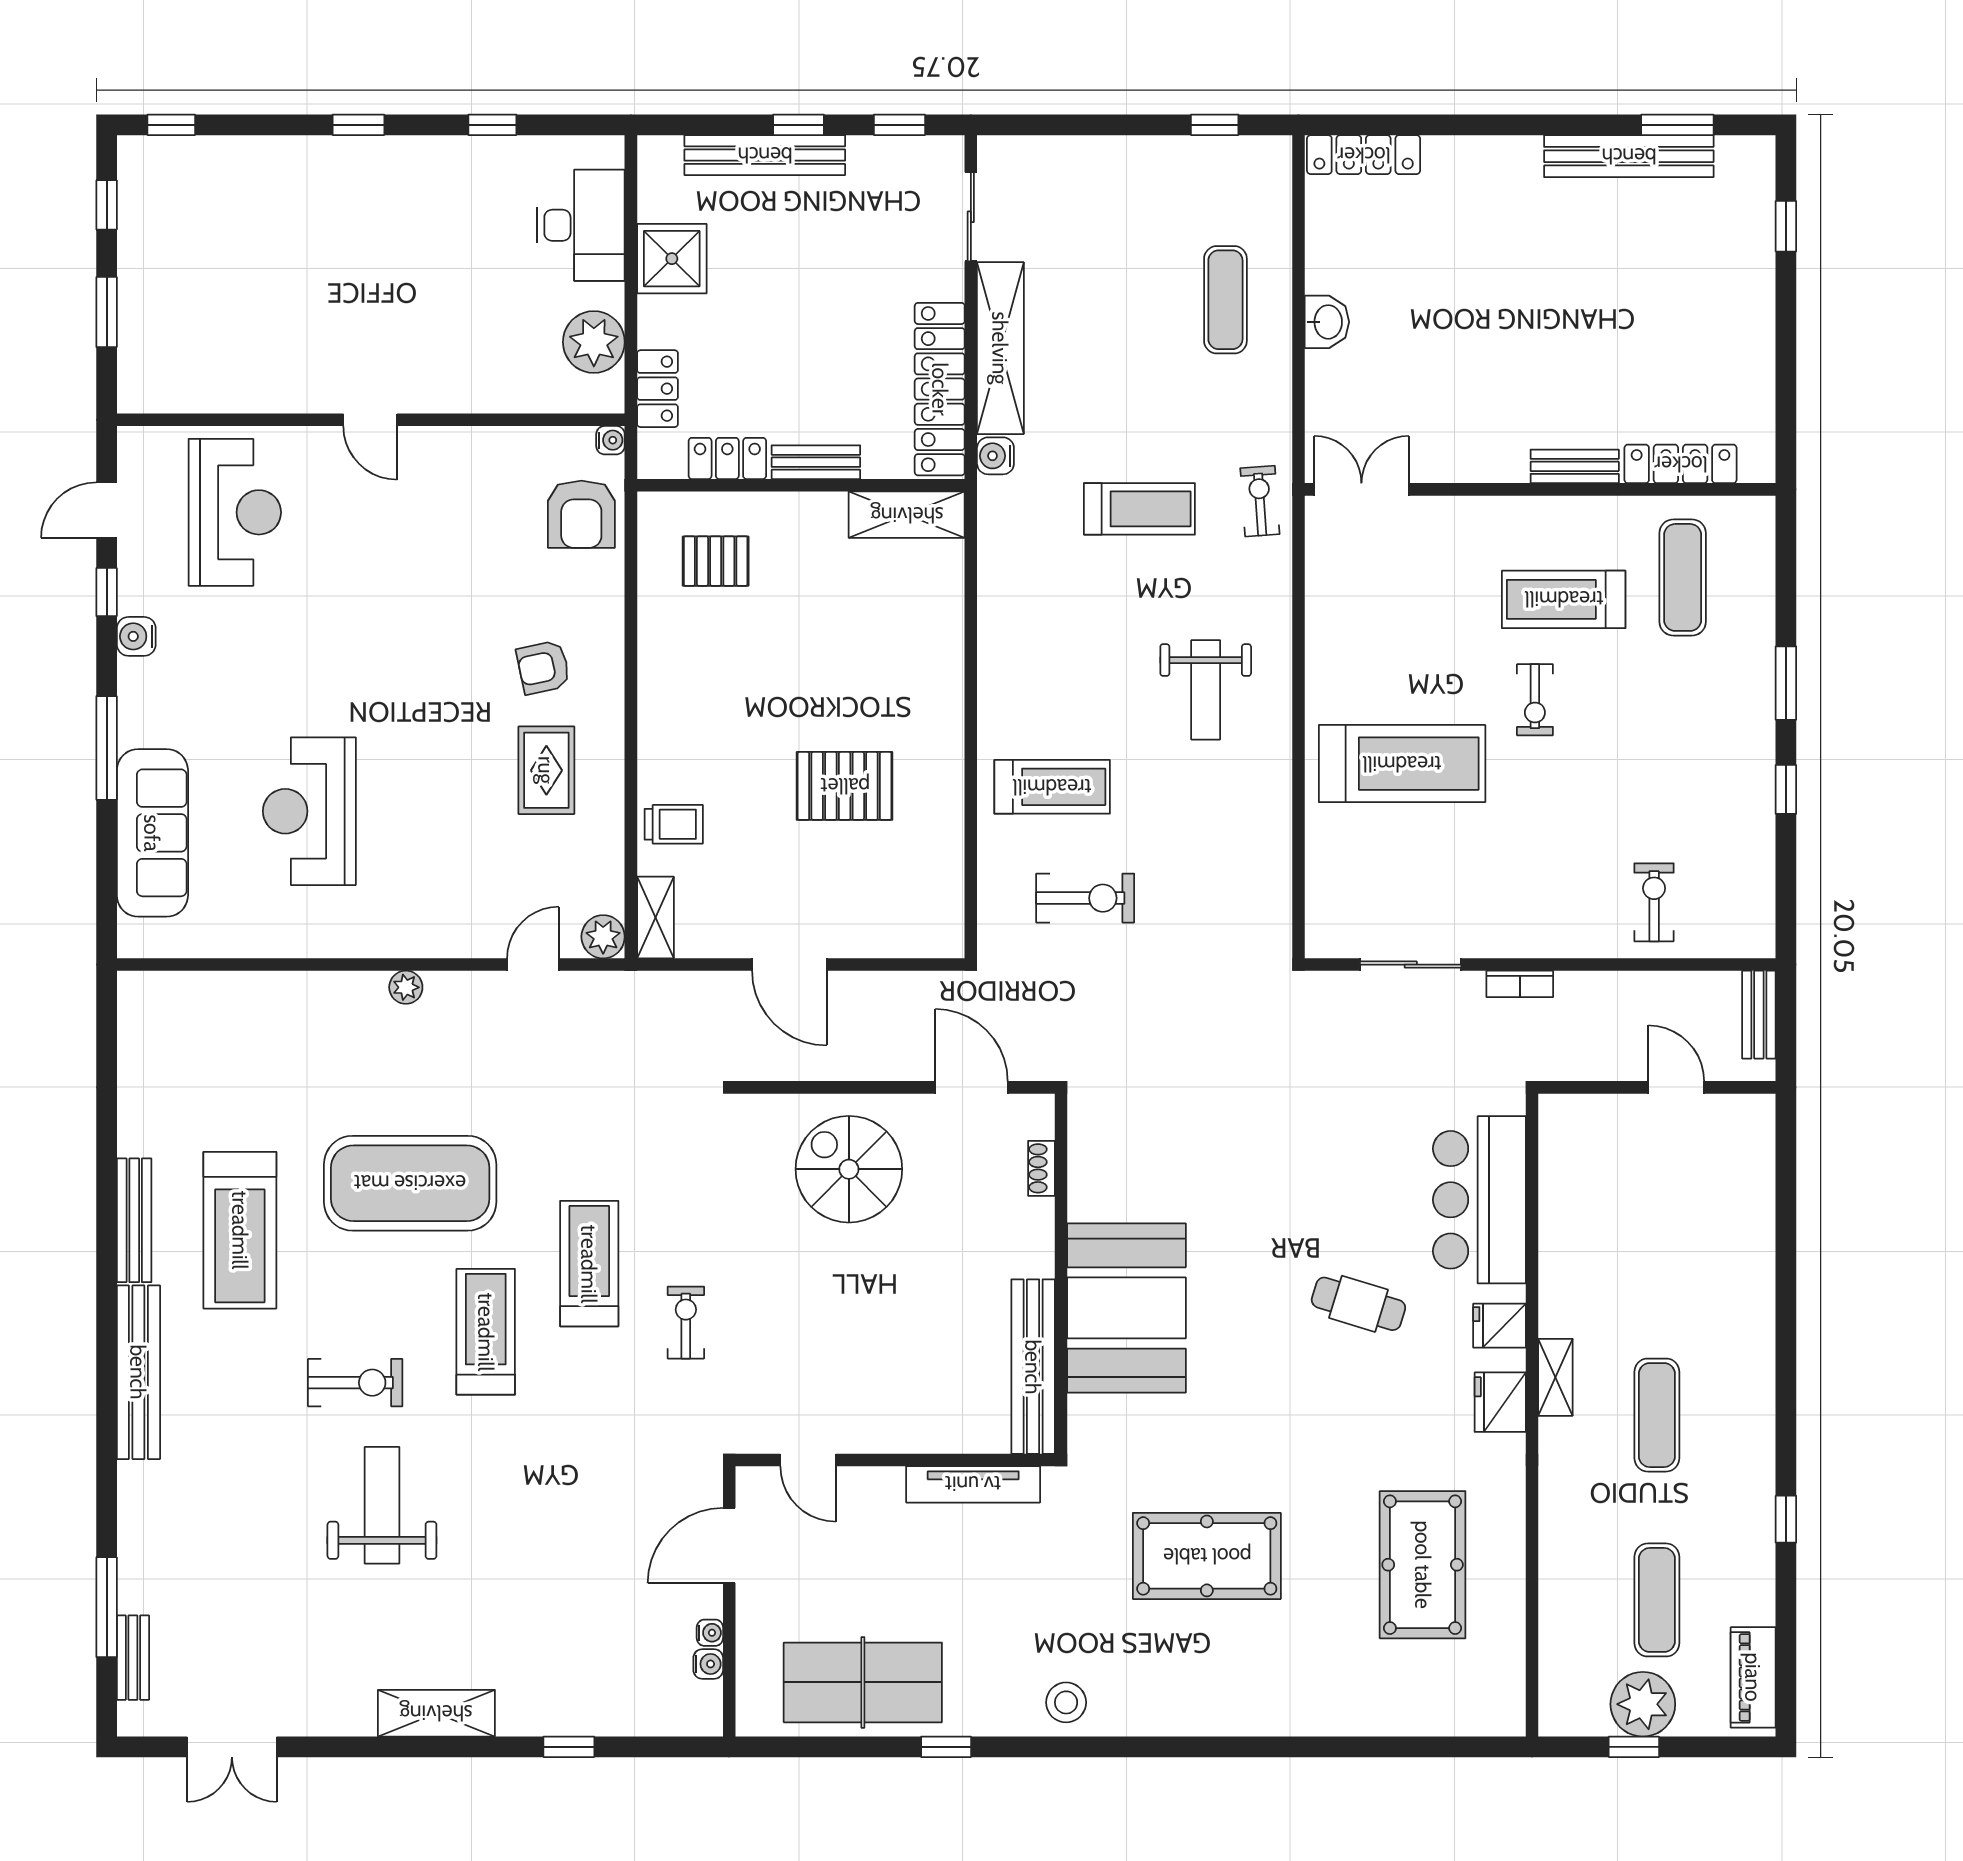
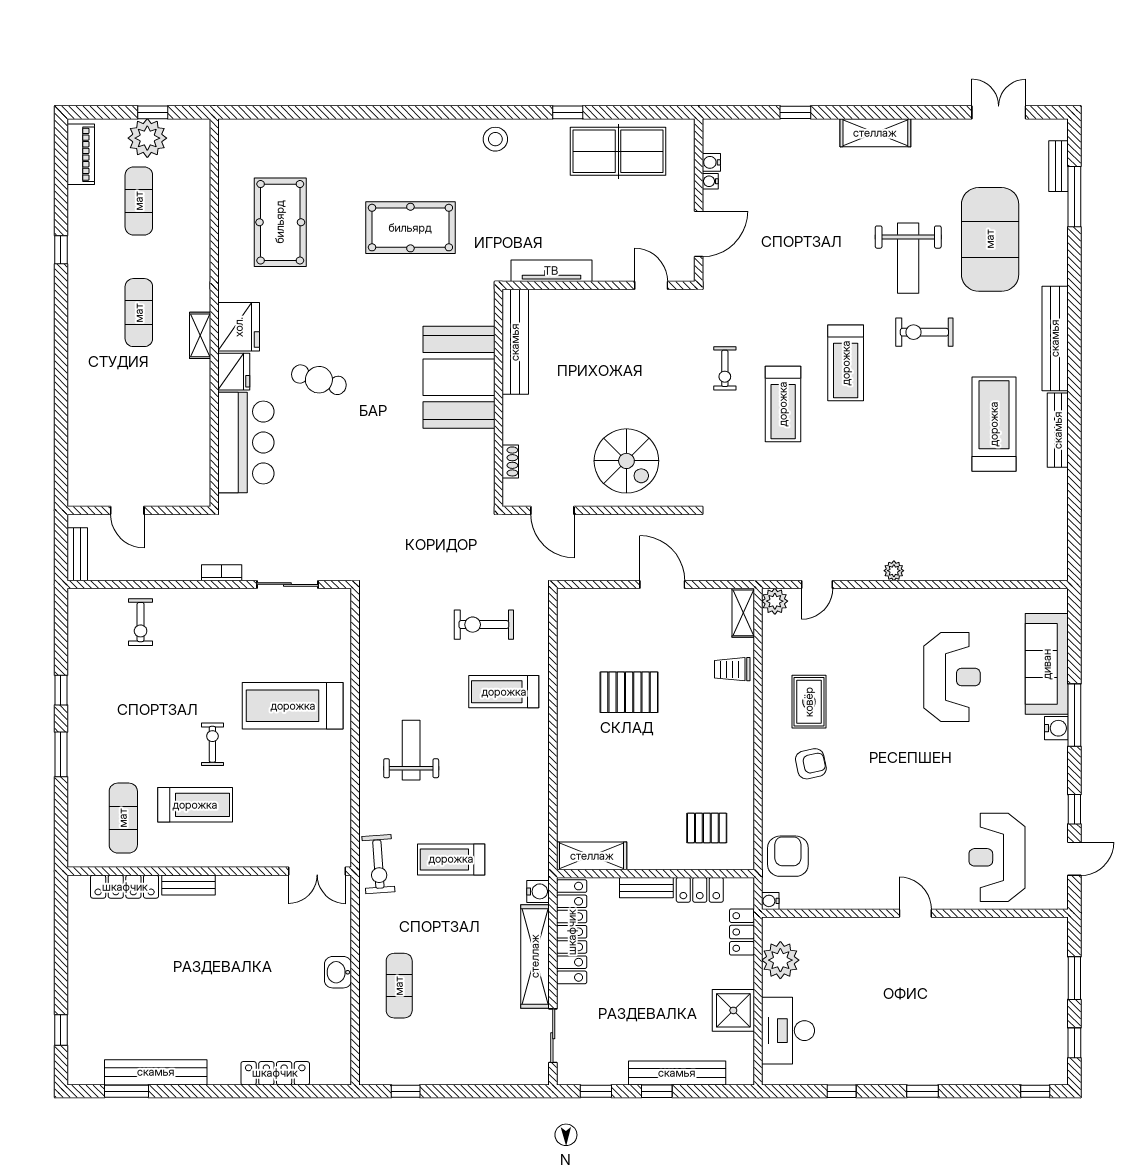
locker: (1364, 155) -> (275, 1073), moved
exercise bike: (1260, 501) -> (378, 864), width x1.38, depth x1.39
water cooler: (136, 636) -> (1056, 728), moved
exercise mat: (410, 1183) -> (990, 239), moved, turned 90
fridge: (1499, 1326) -> (234, 372), width x1.38
fridge: (1500, 1402) -> (239, 327), width x1.36, depth x1.34

